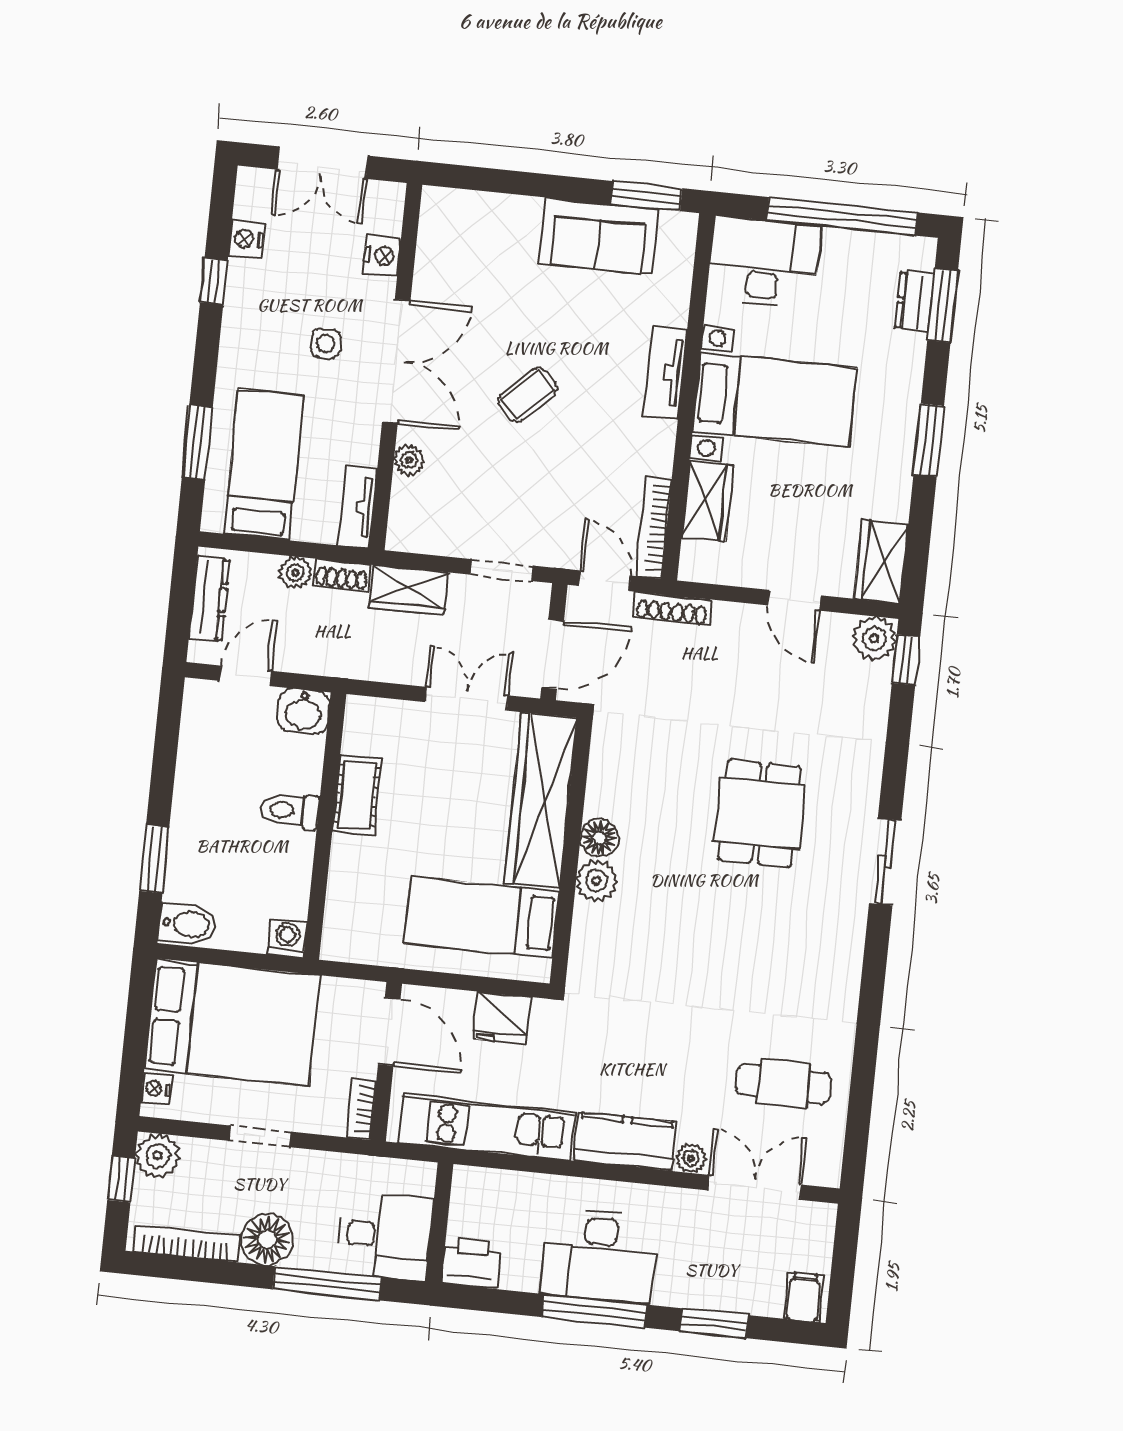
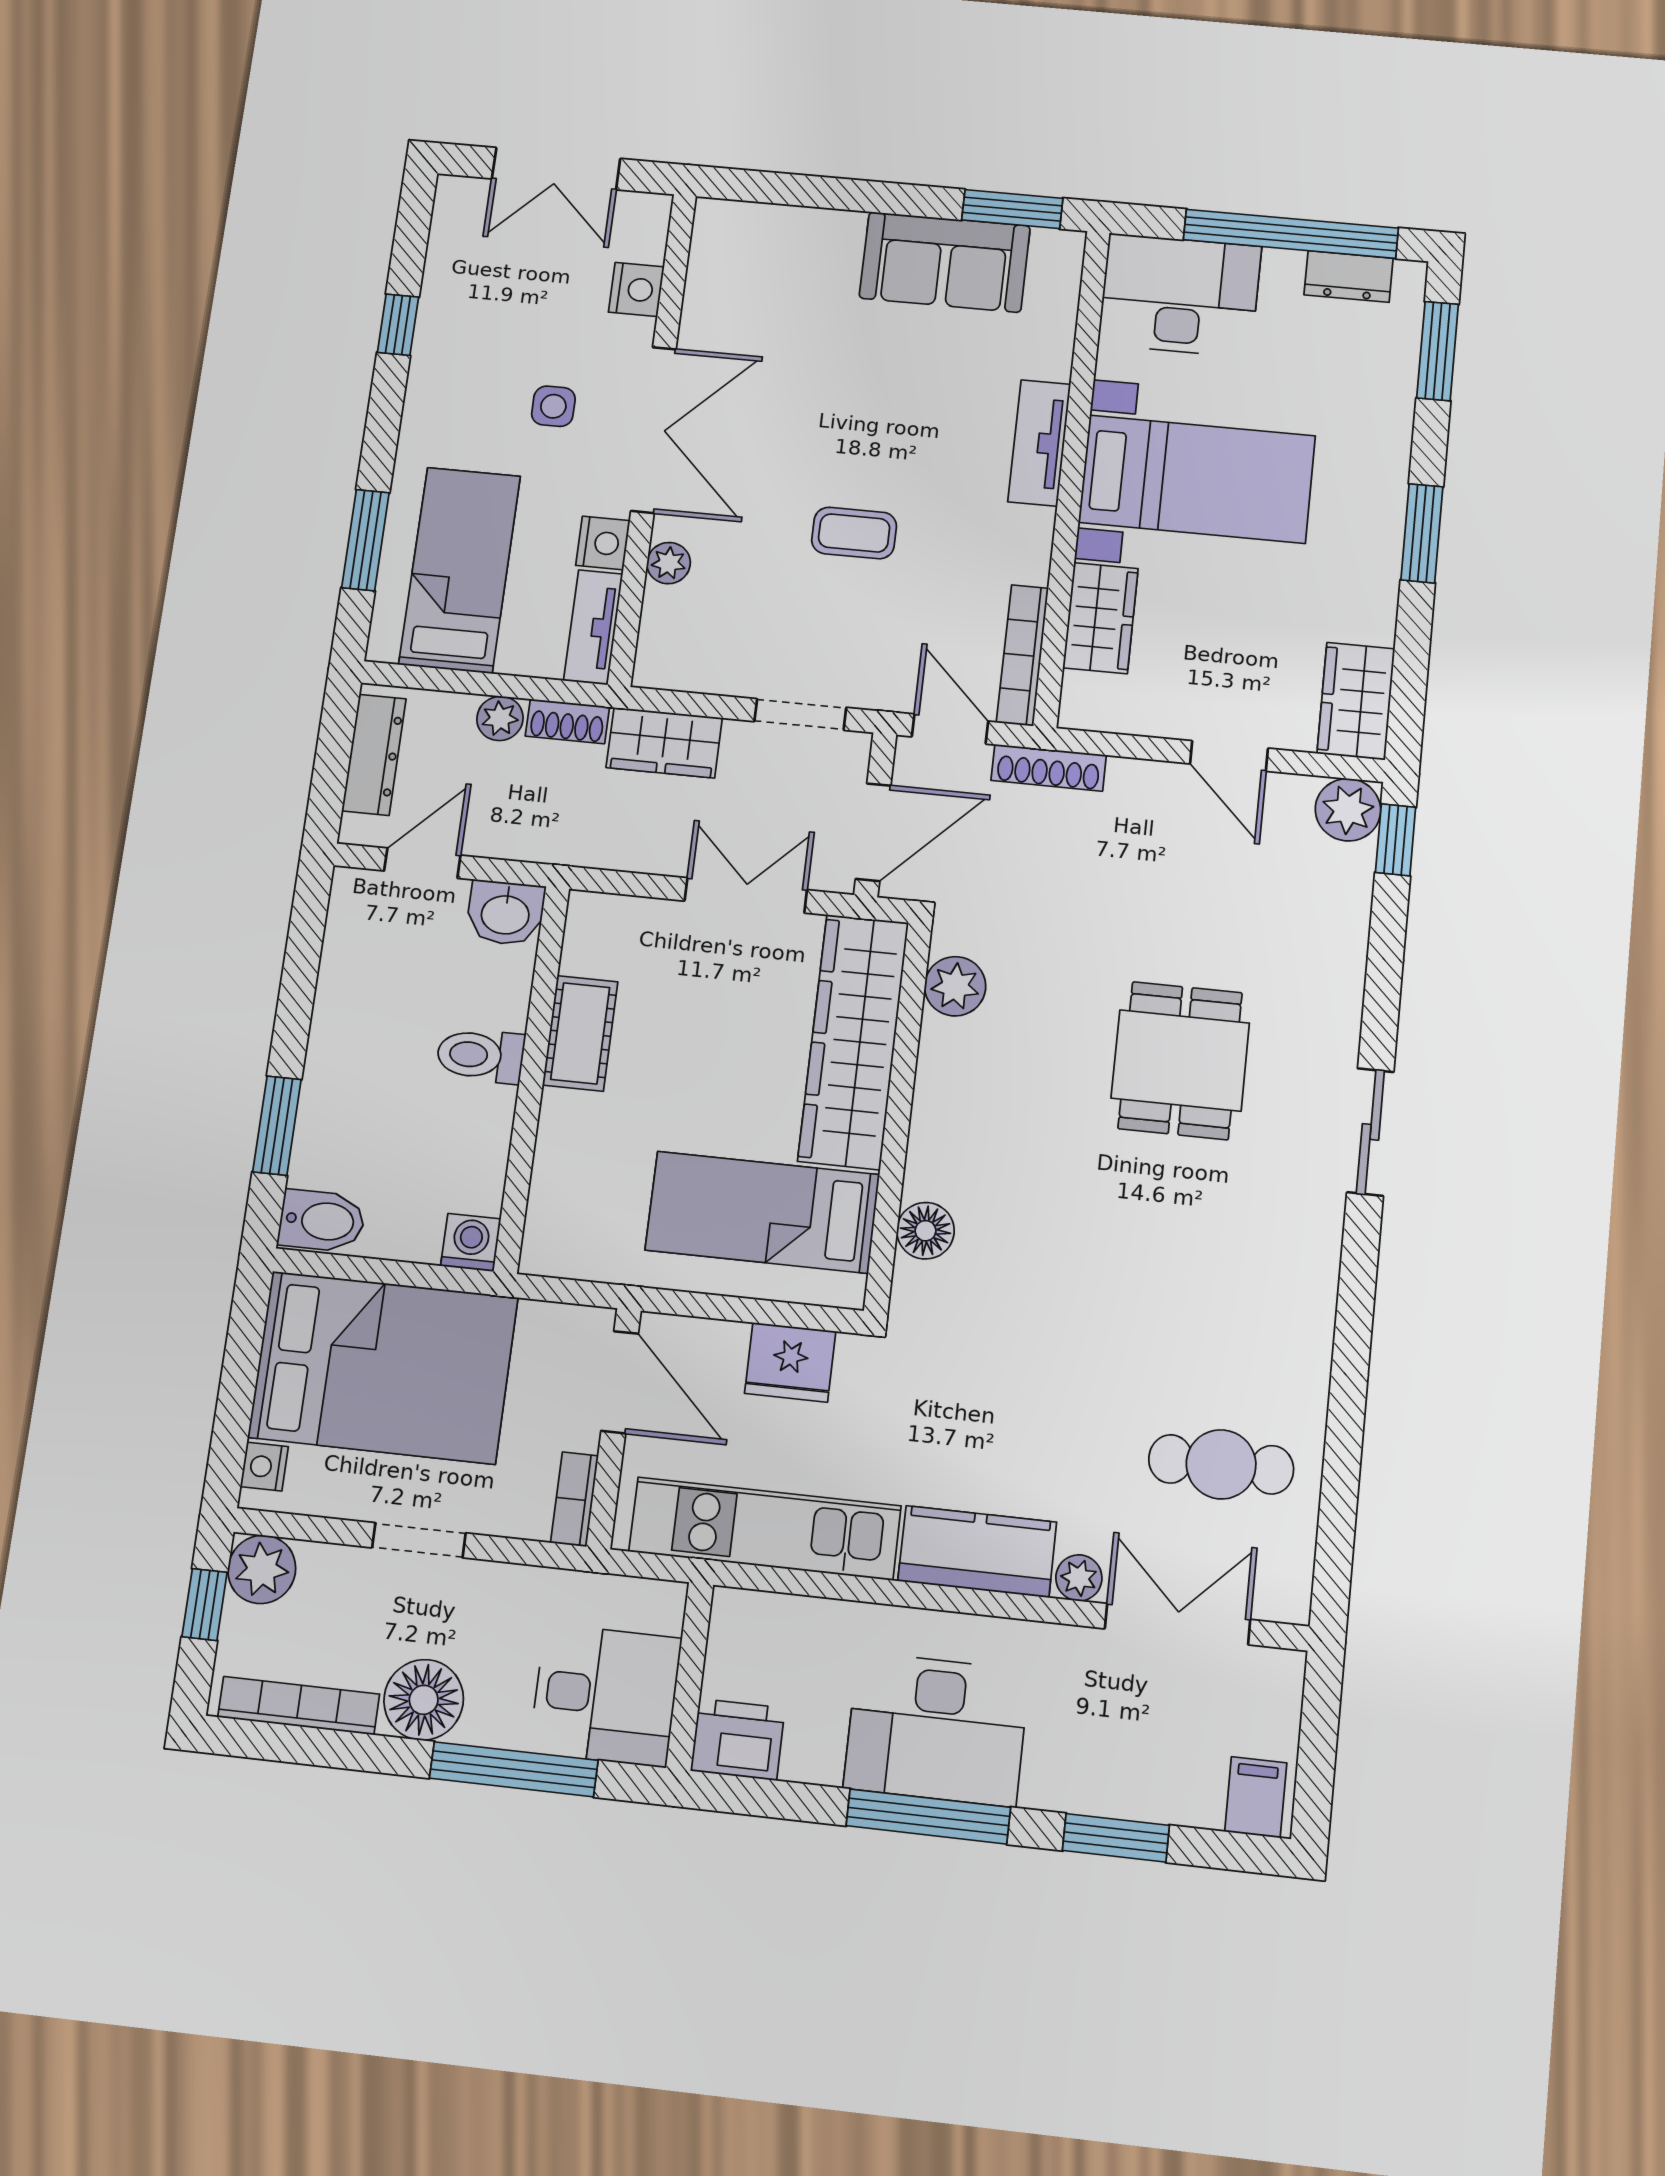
nightstand: (247, 239) -> (603, 543), moved, turned 180
dresser: (915, 301) -> (1349, 277), moved, turned -90
coffee table: (528, 395) -> (854, 533), moved, turned 43
floor lamp: (599, 838) -> (925, 1231), moved
plant: (597, 881) -> (955, 986), moved

